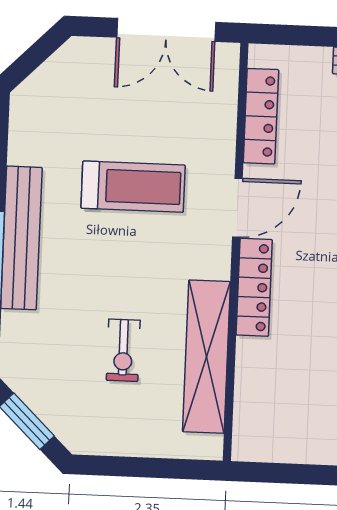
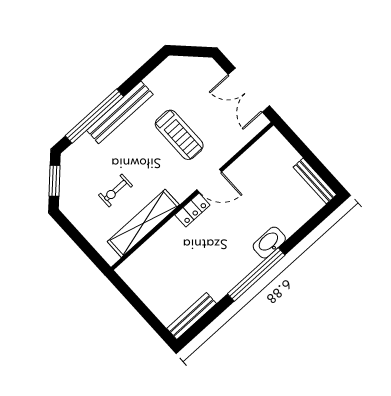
locker: (261, 116) -> (251, 156), removed
locker: (254, 287) -> (192, 210), width x0.66

